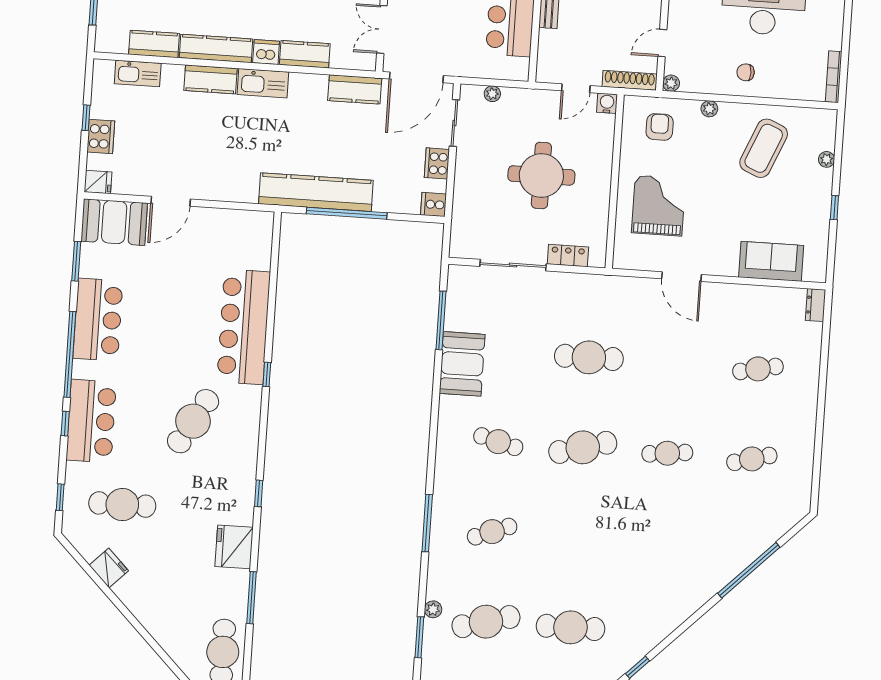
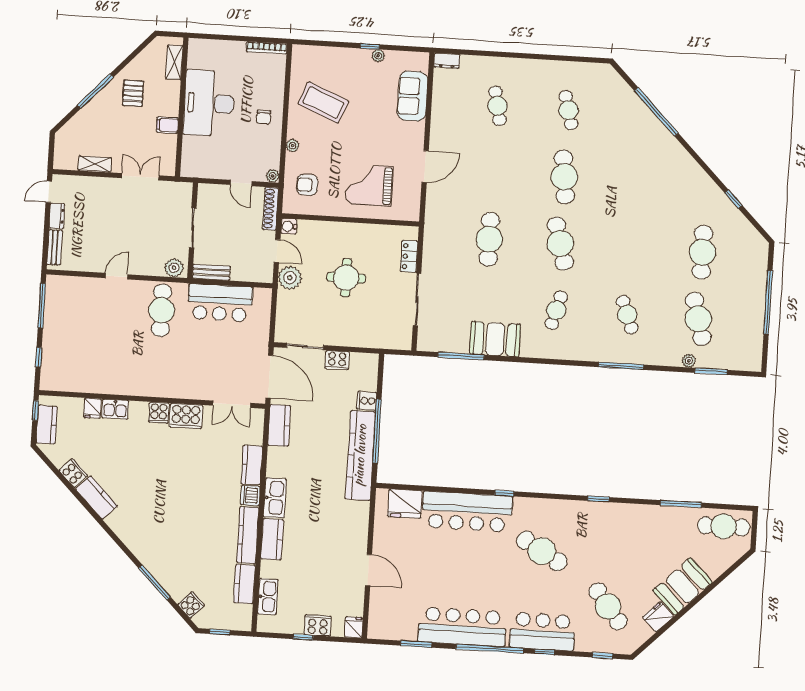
plant: (492, 94) -> (290, 278), moved, width x1.87, depth x1.87
plant: (827, 159) -> (378, 56), moved
round table: (541, 175) -> (346, 278), width x0.73, depth x0.73
cooker: (434, 204) -> (367, 401), moved, turned 90
booth: (114, 222) -> (683, 586), moved, turned 45
bar counter: (98, 320) -> (462, 627), width x1.36
cafe table: (667, 453) -> (564, 177), width x1.37, depth x1.35
cafe table: (122, 505) -> (608, 606), turned -38
fridge: (234, 547) -> (405, 504), moved

